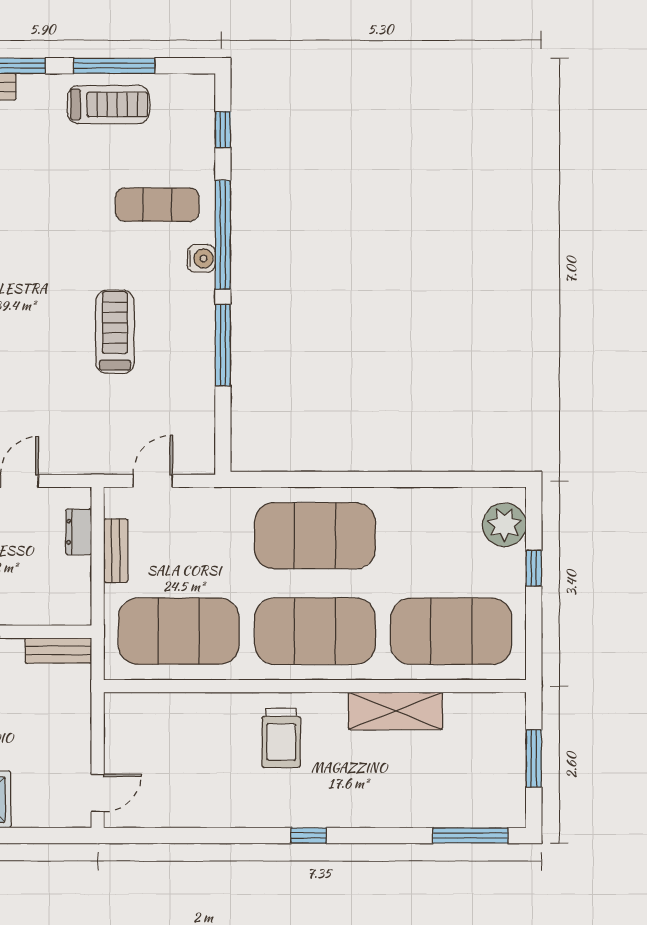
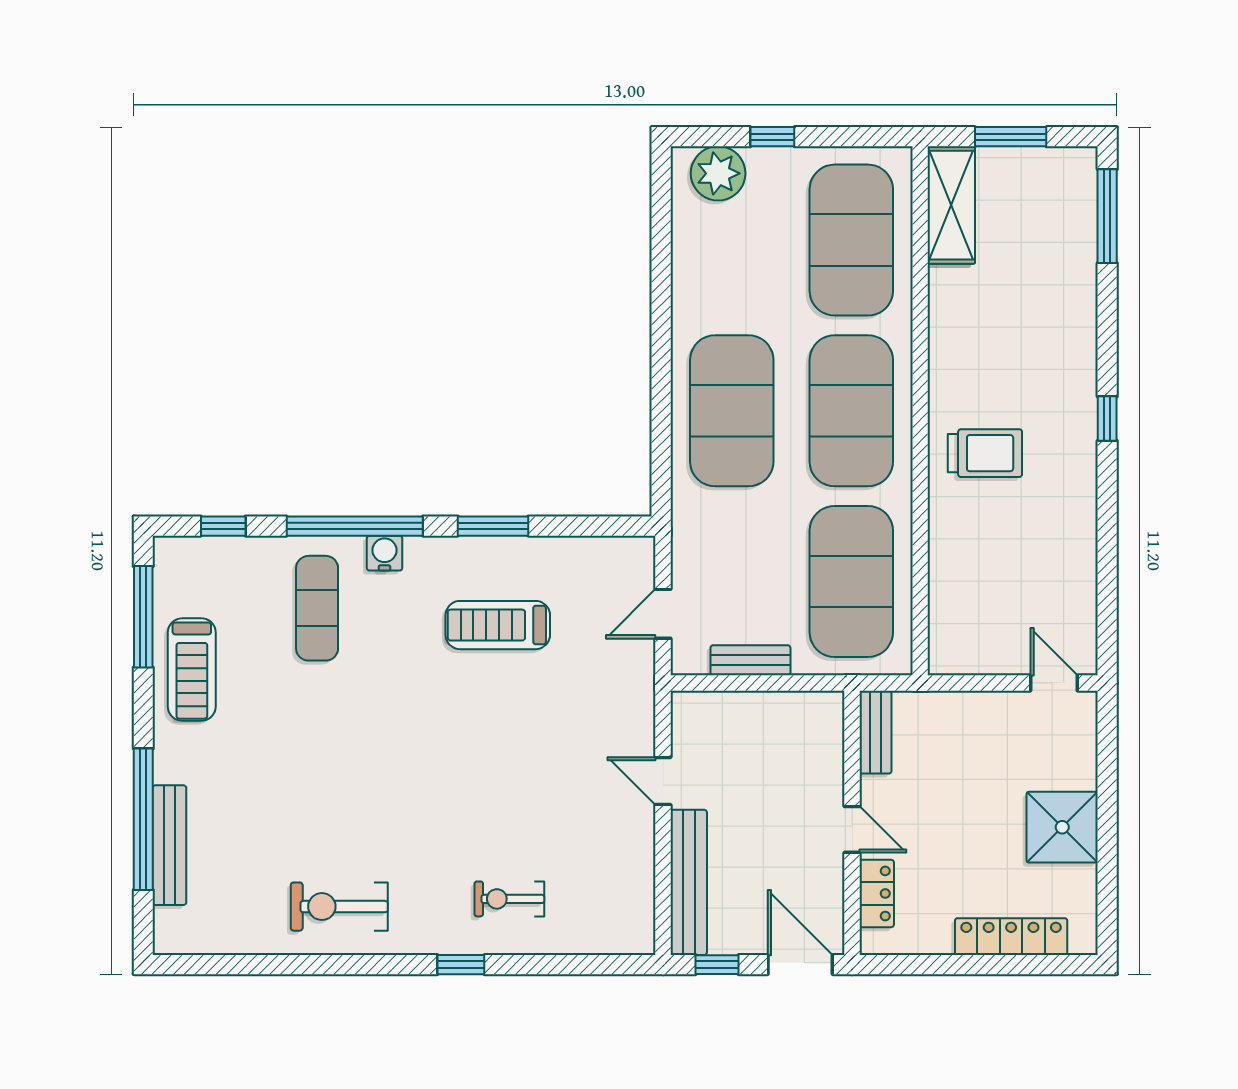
window: (114, 66) -> (143, 617), moved
treadmill: (108, 105) -> (192, 670), turned 180
treadmill: (115, 332) -> (498, 625), moved
window: (223, 345) -> (493, 526), width x0.69
door: (153, 481) -> (663, 614), hinge flipped
dresser: (79, 532) -> (727, 707), removed
shelving: (395, 711) -> (951, 205), moved

